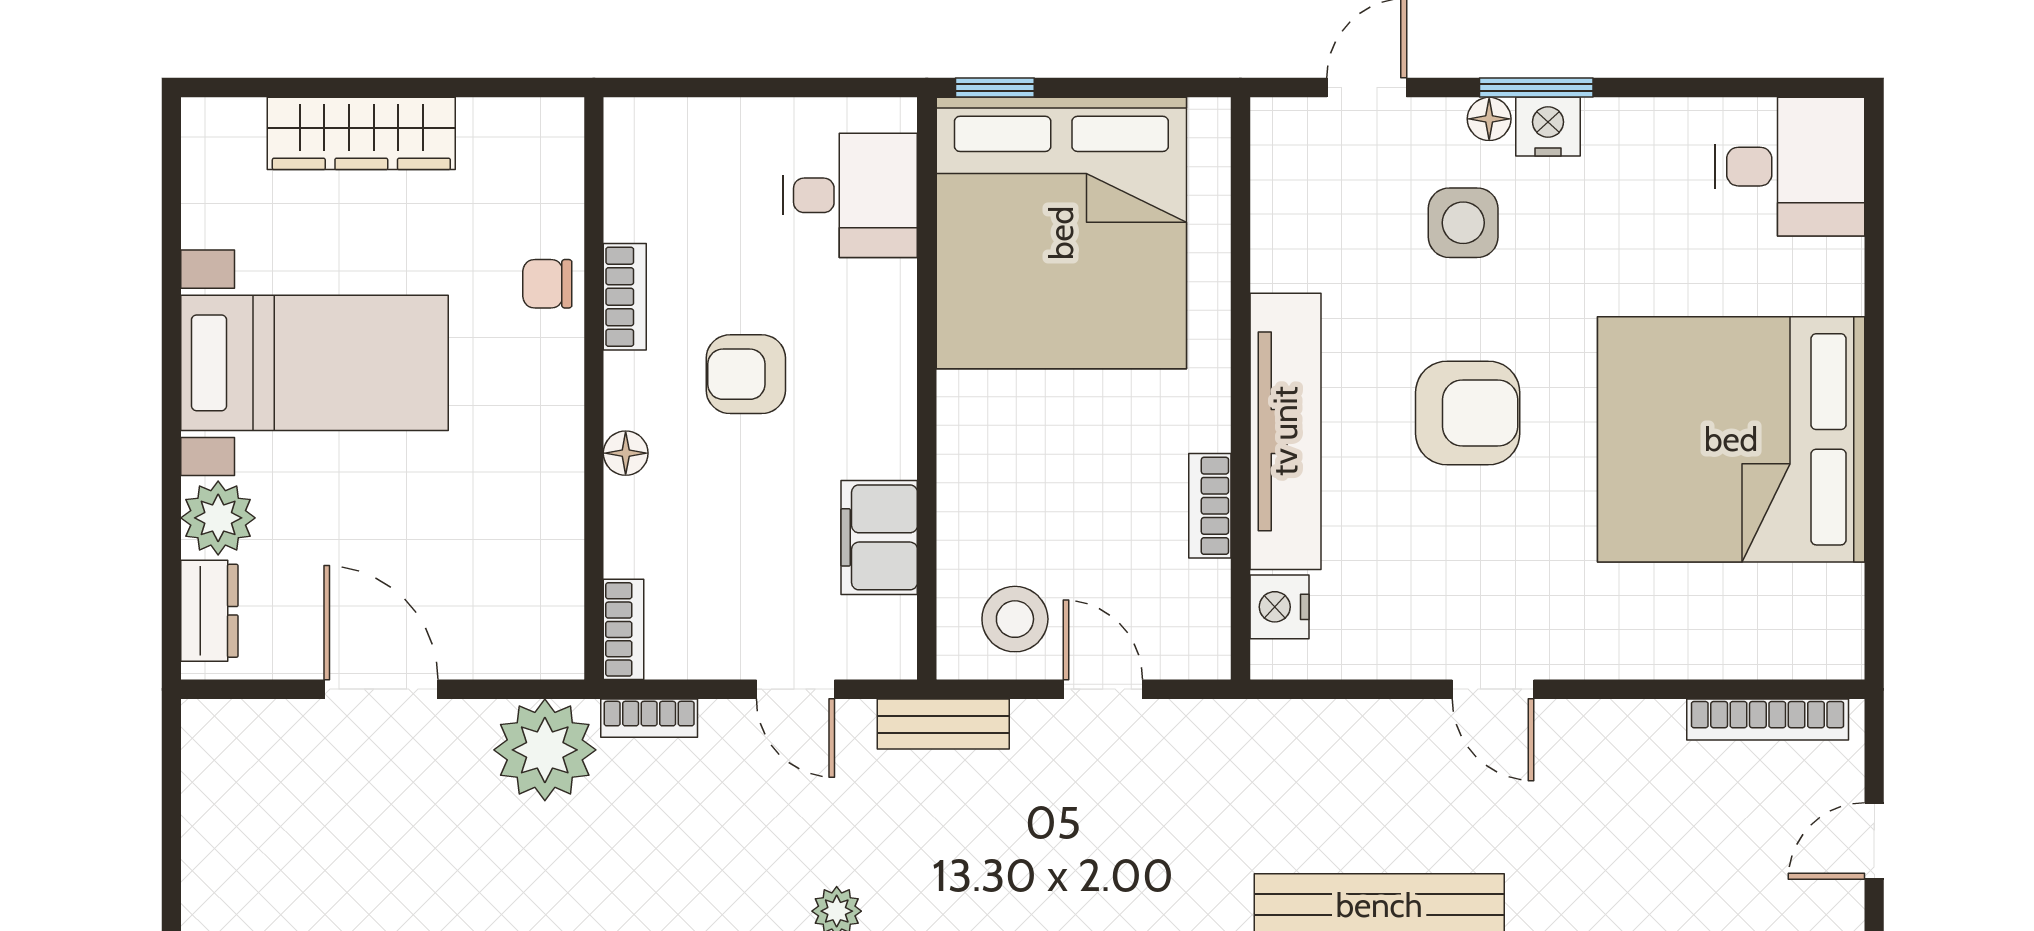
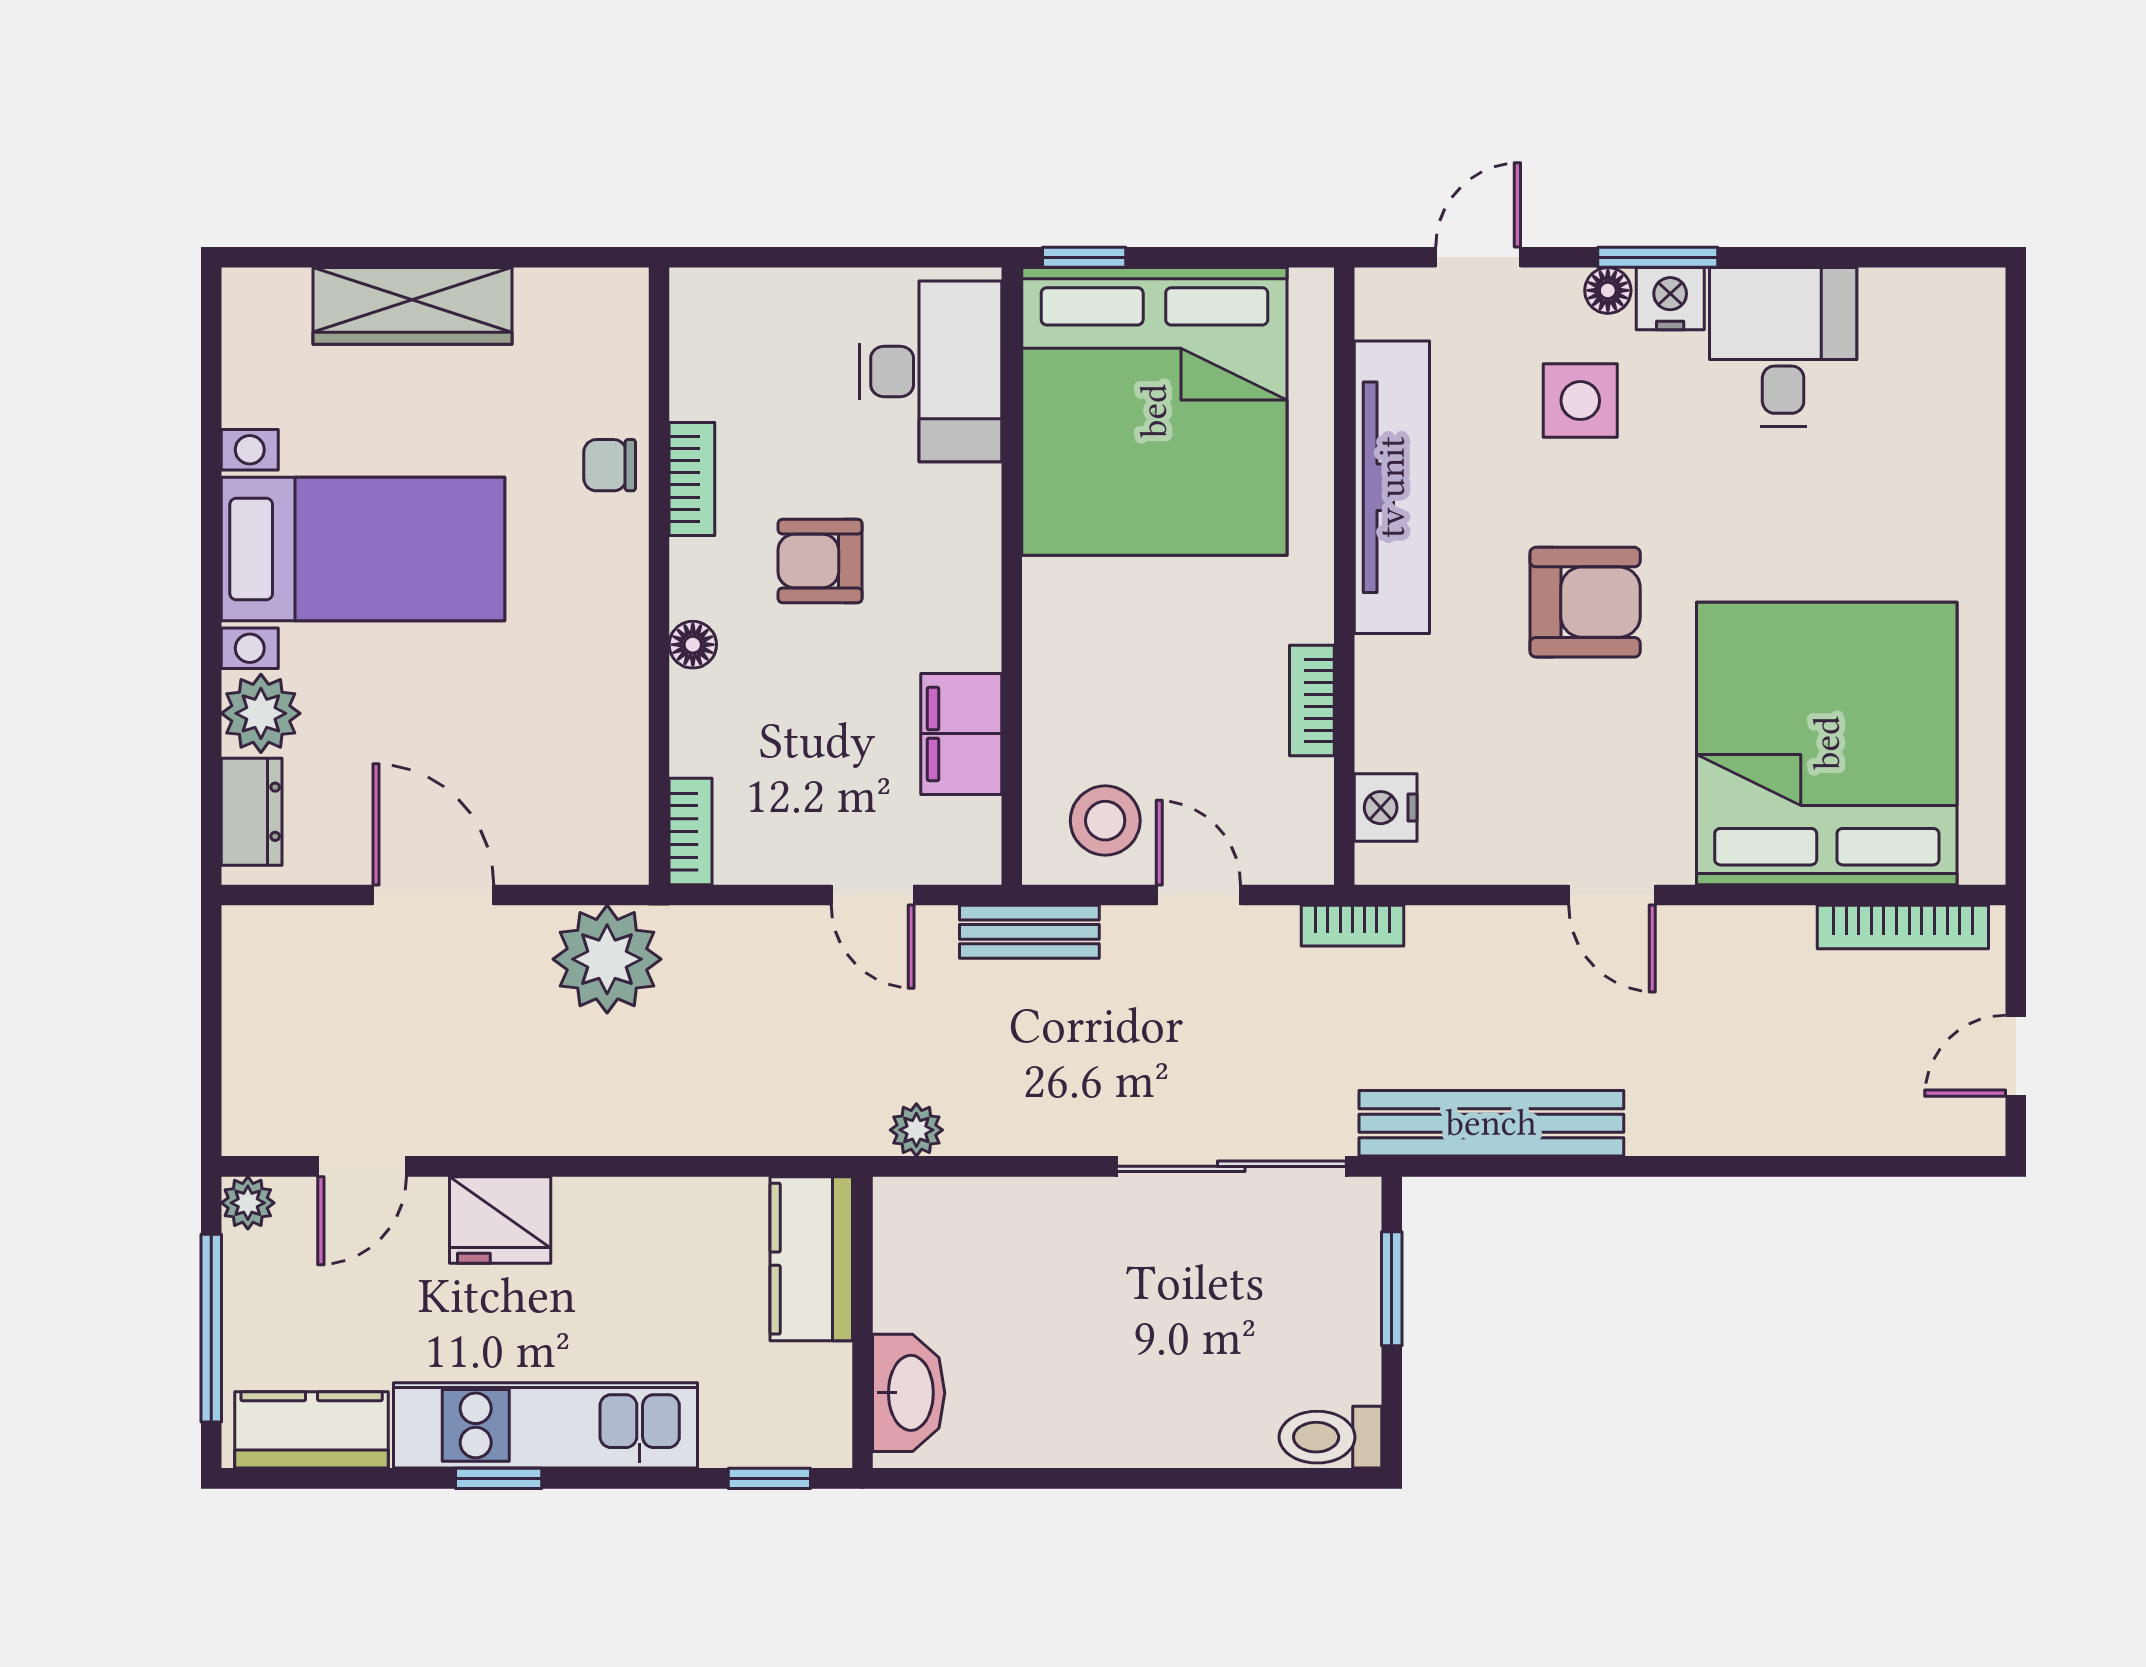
desk: (1790, 167) -> (1783, 347), moved, turned -90
desk: (850, 195) -> (931, 371), width x1.37
tv unit: (1285, 431) -> (1392, 487), moved
bed: (1731, 439) -> (1827, 743), moved, turned 90
bookcase: (649, 718) -> (1352, 926), moved

